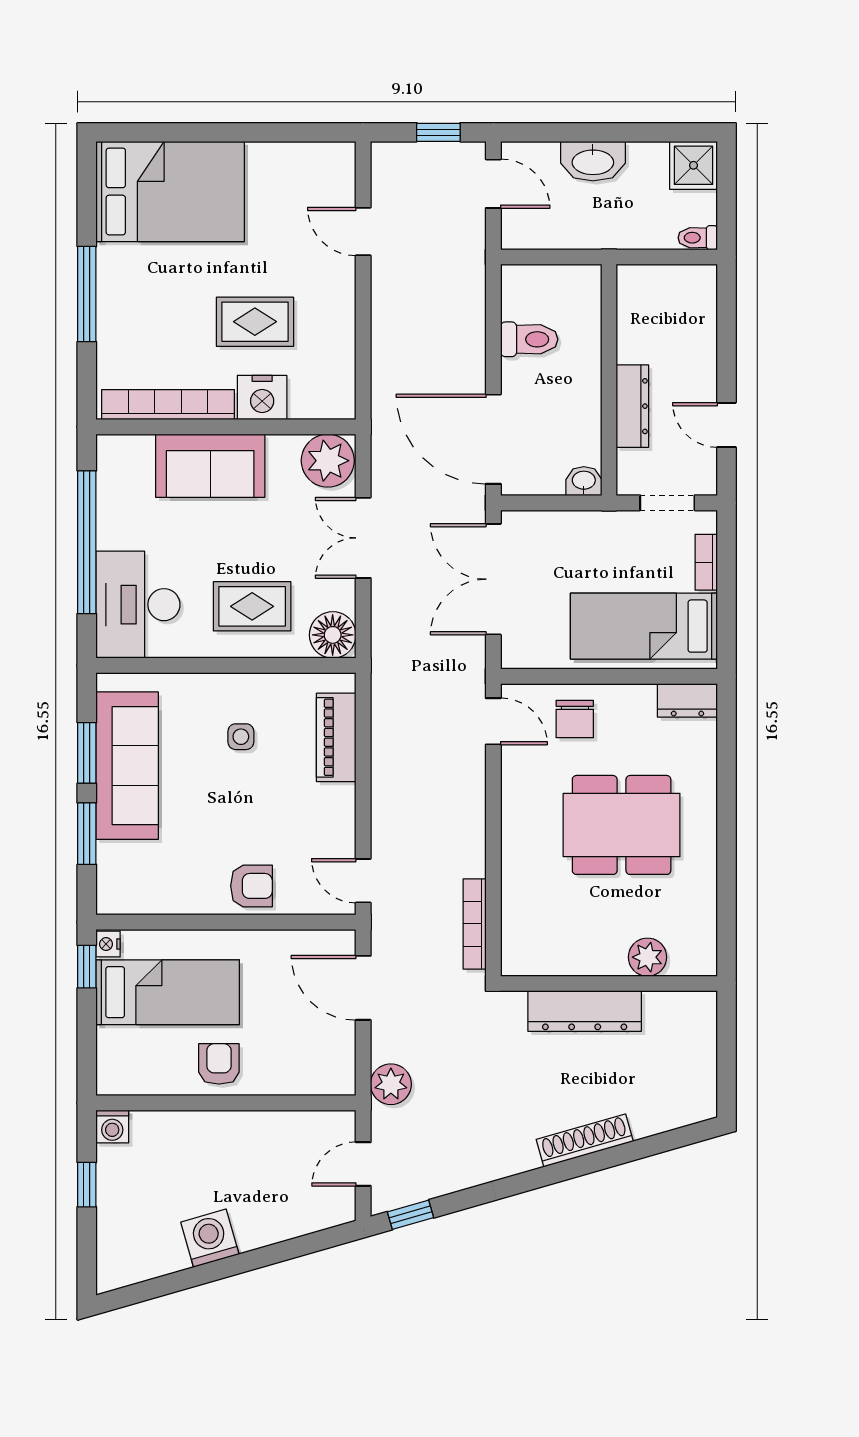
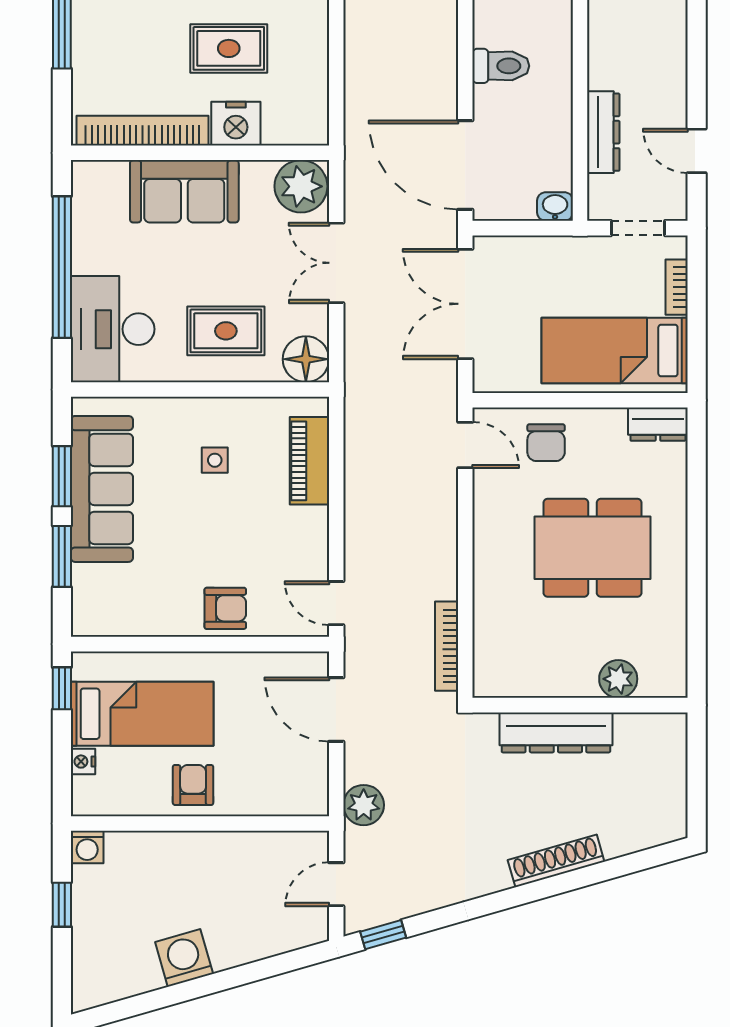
nightstand: (108, 944) -> (83, 762), moved

